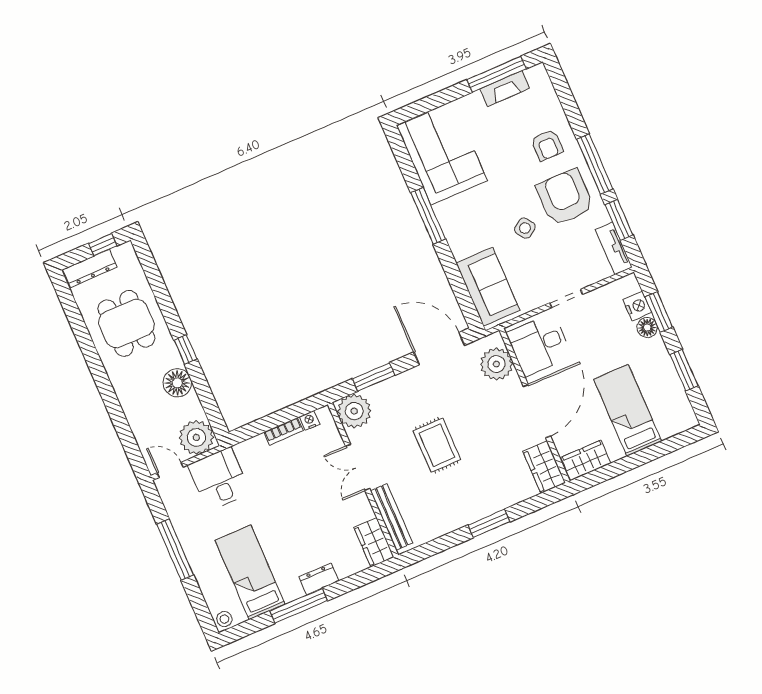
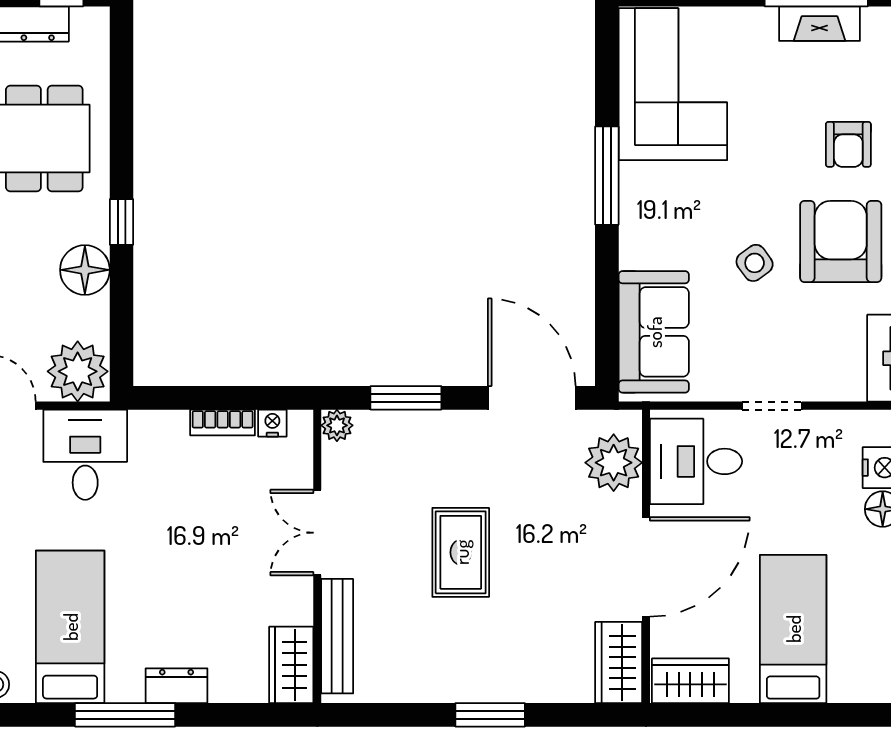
plant: (354, 411) -> (337, 425), width x0.53, depth x0.53

